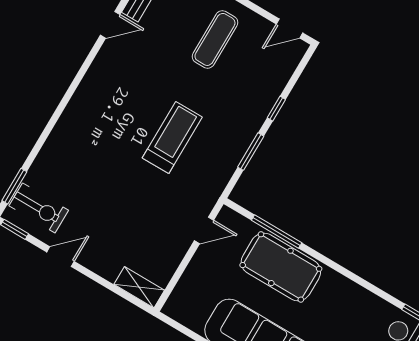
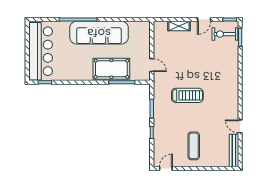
door: (110, 25) -> (240, 126), hinge flipped
treadmill: (172, 138) -> (187, 95), turned -90
door: (204, 230) -> (152, 65), swing flipped
shelving: (139, 287) -> (179, 26), moved

